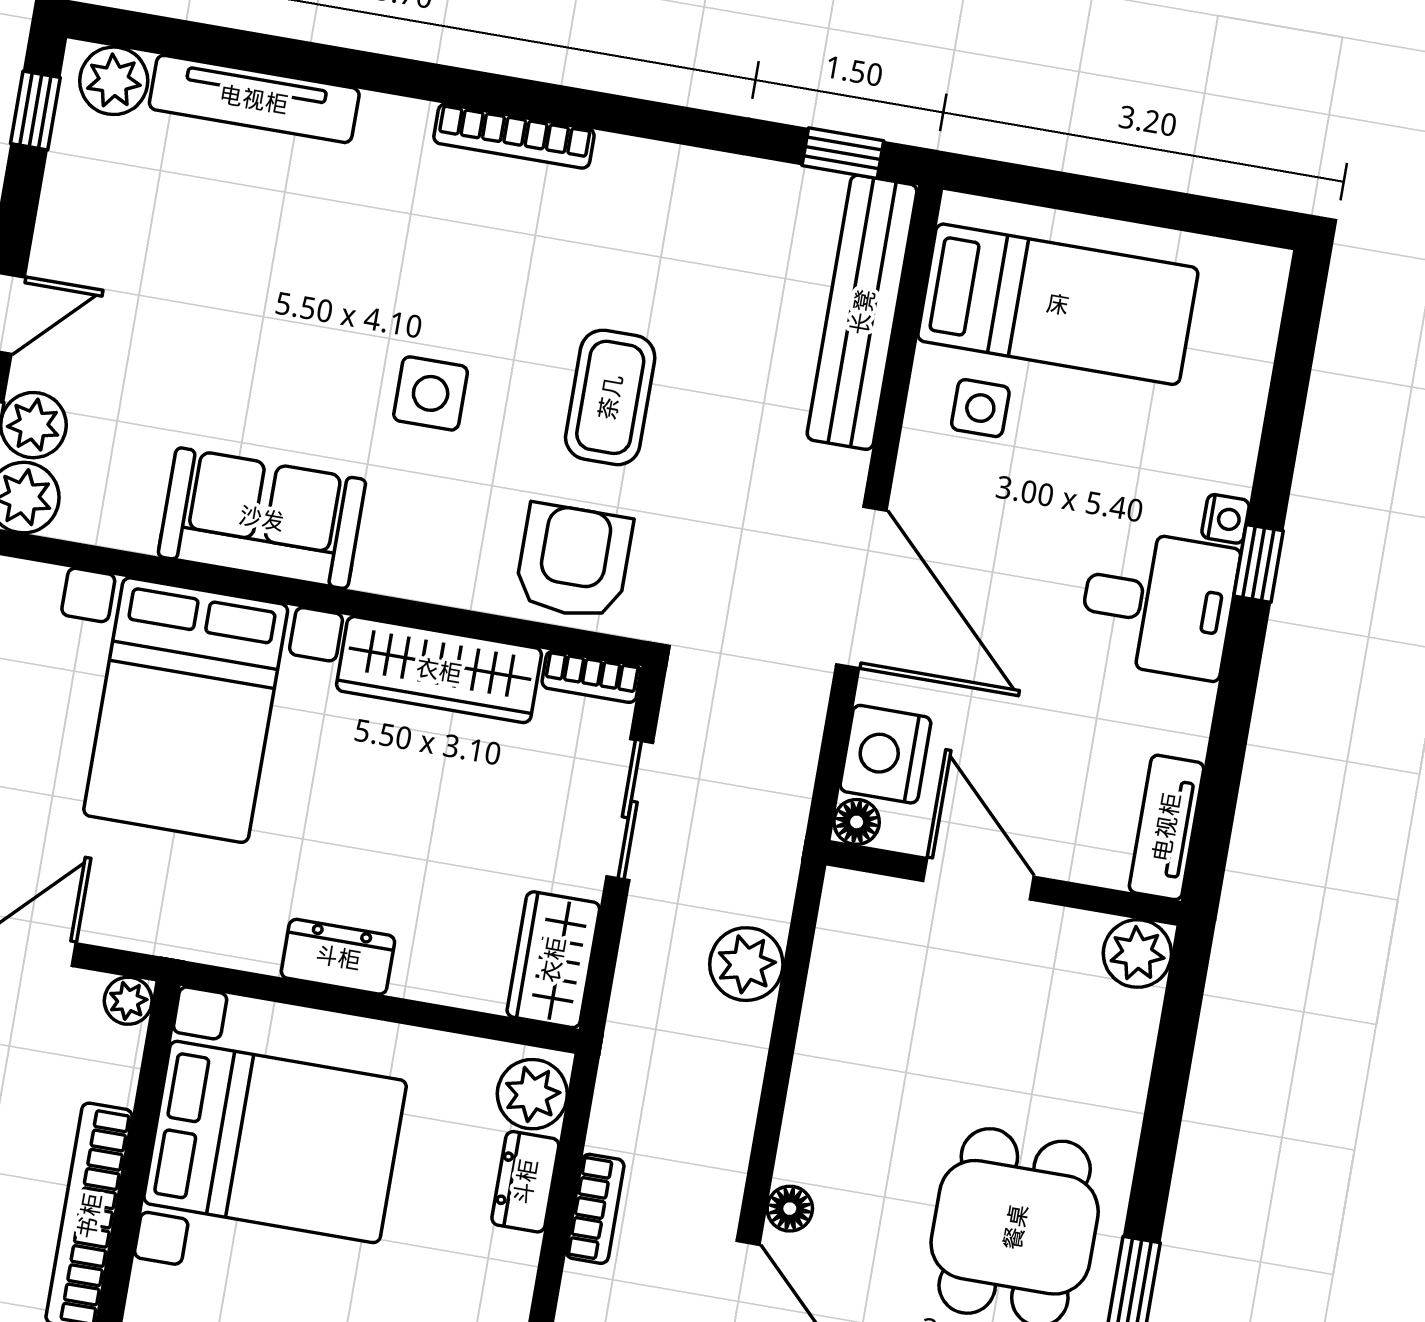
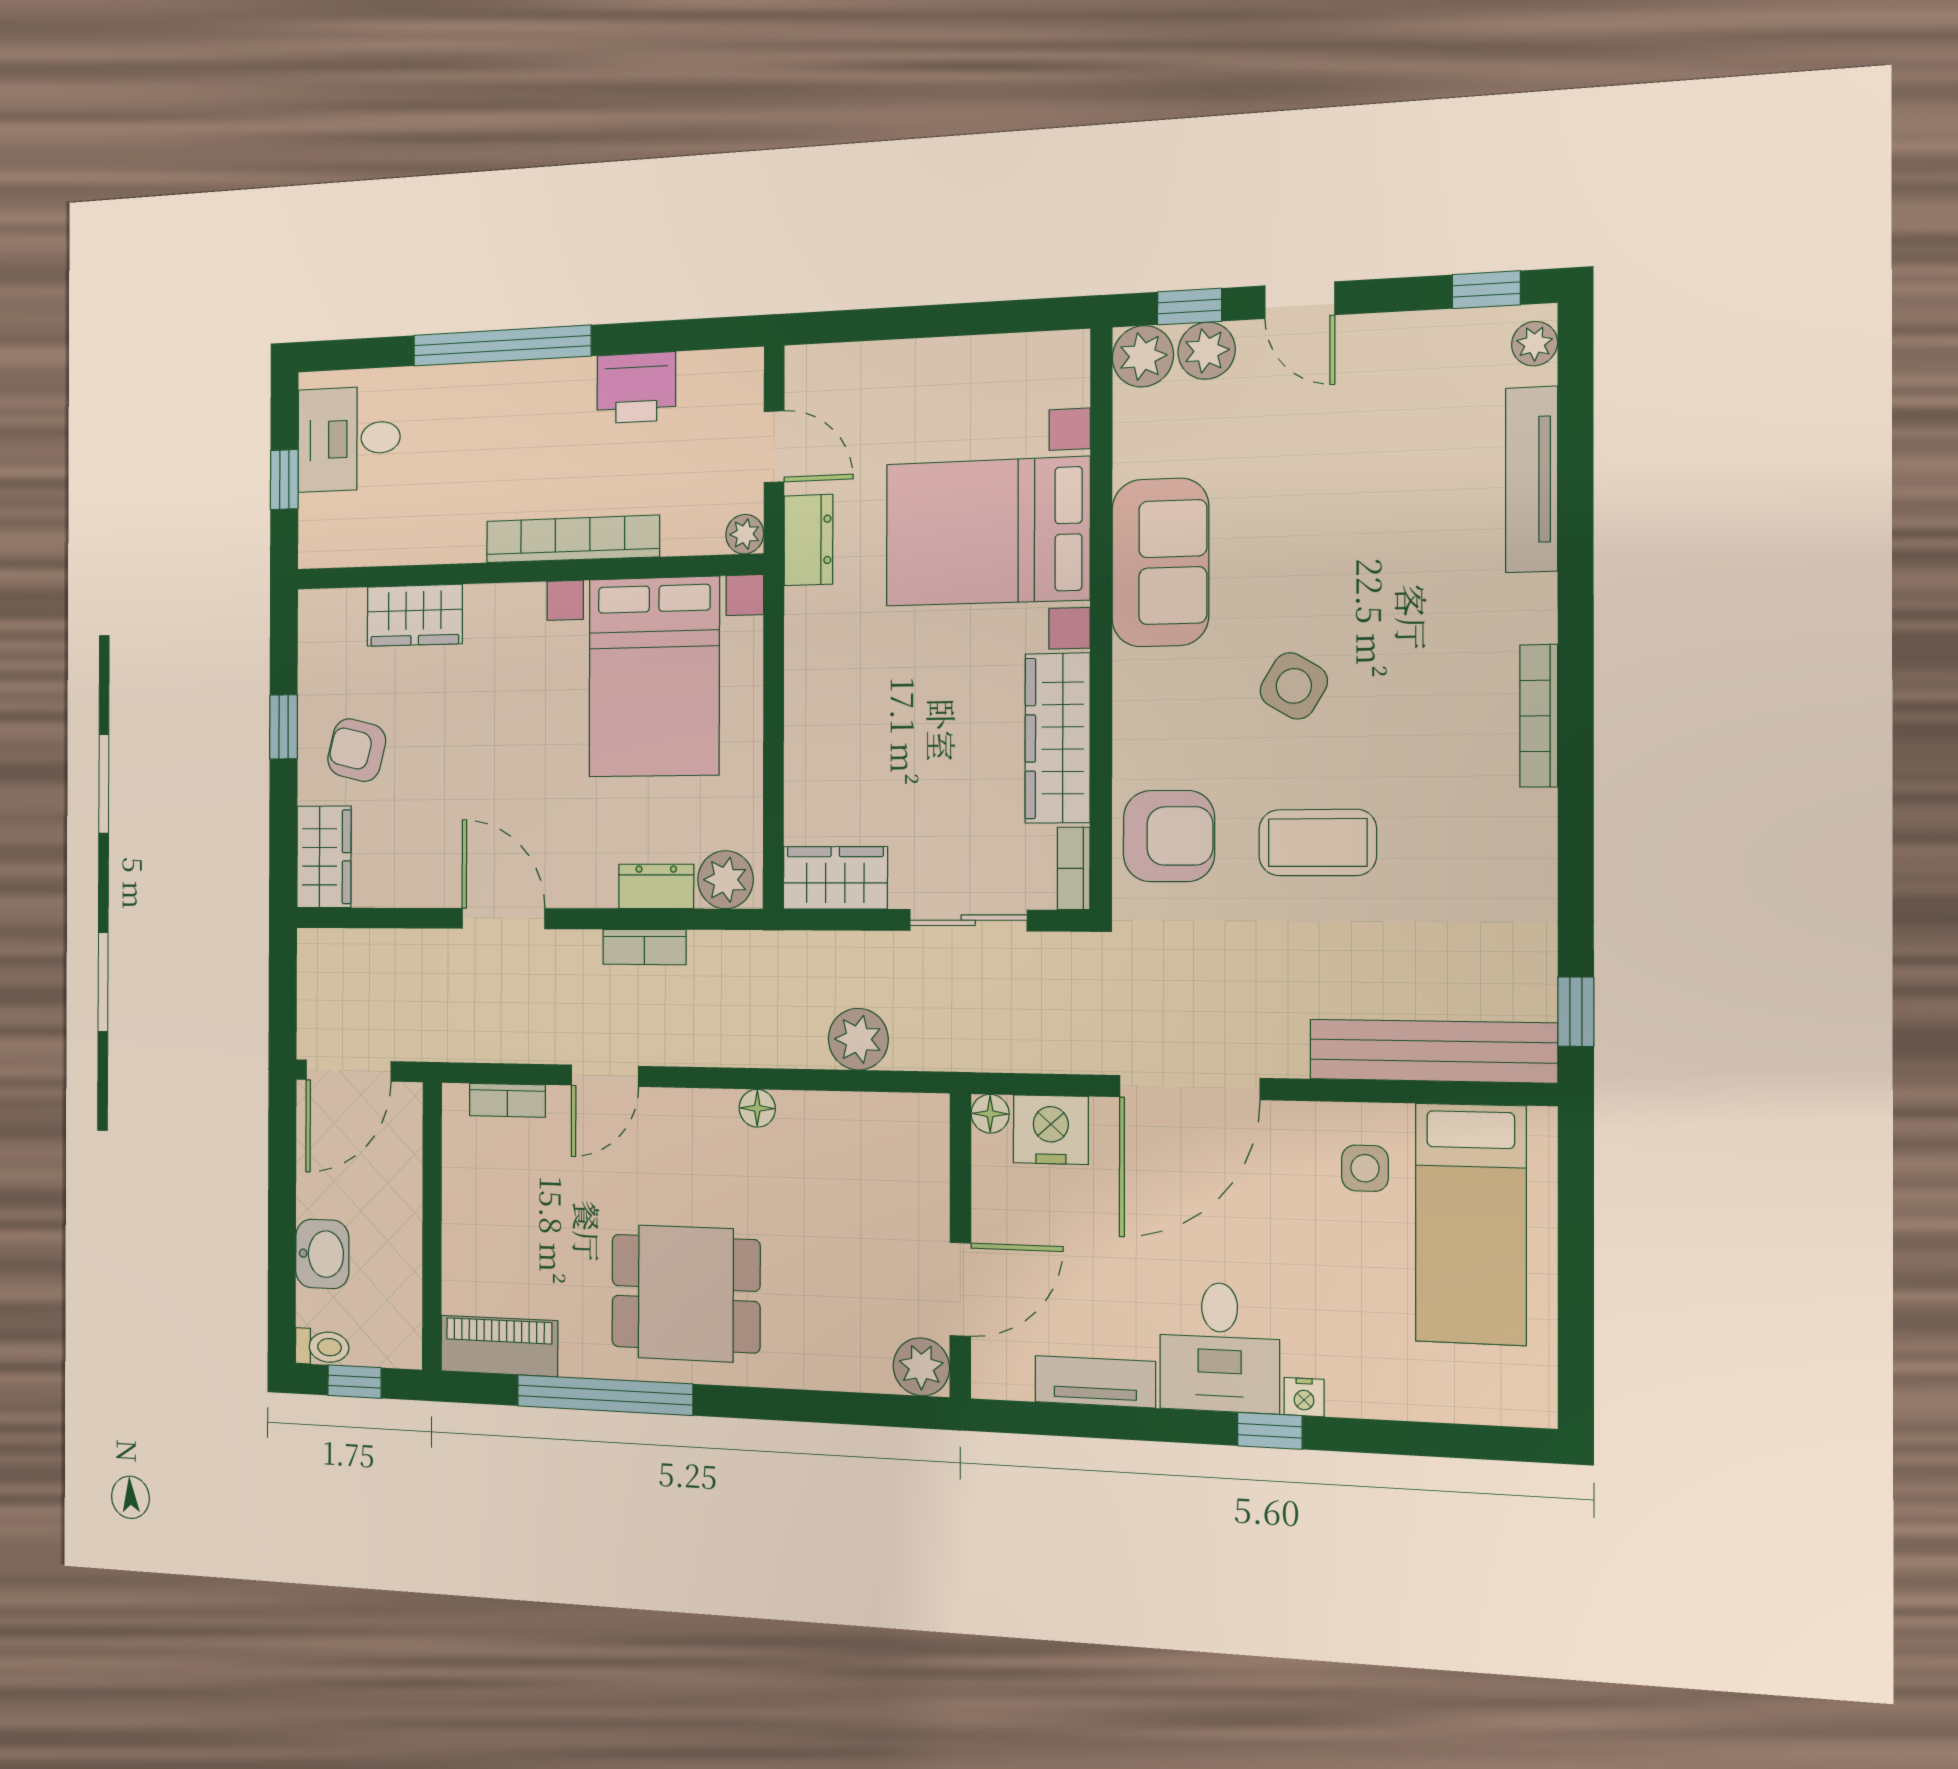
plant: (114, 81) -> (1535, 344), width x0.73, depth x0.73
side table: (431, 393) -> (1294, 686), turned 31
tv unit: (1166, 827) -> (1095, 1382), moved
door: (979, 879) -> (960, 1289), moved
dresser: (338, 957) -> (808, 540), moved
floor lamp: (790, 1209) -> (757, 1108), moved

